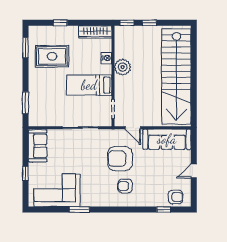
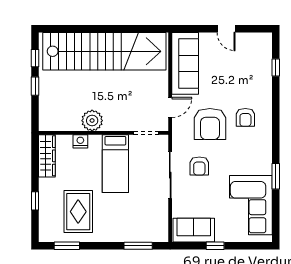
window: (127, 23) -> (35, 58), moved
window: (25, 173) -> (215, 246), moved
armchair: (176, 197) -> (199, 166), moved, turned 180

